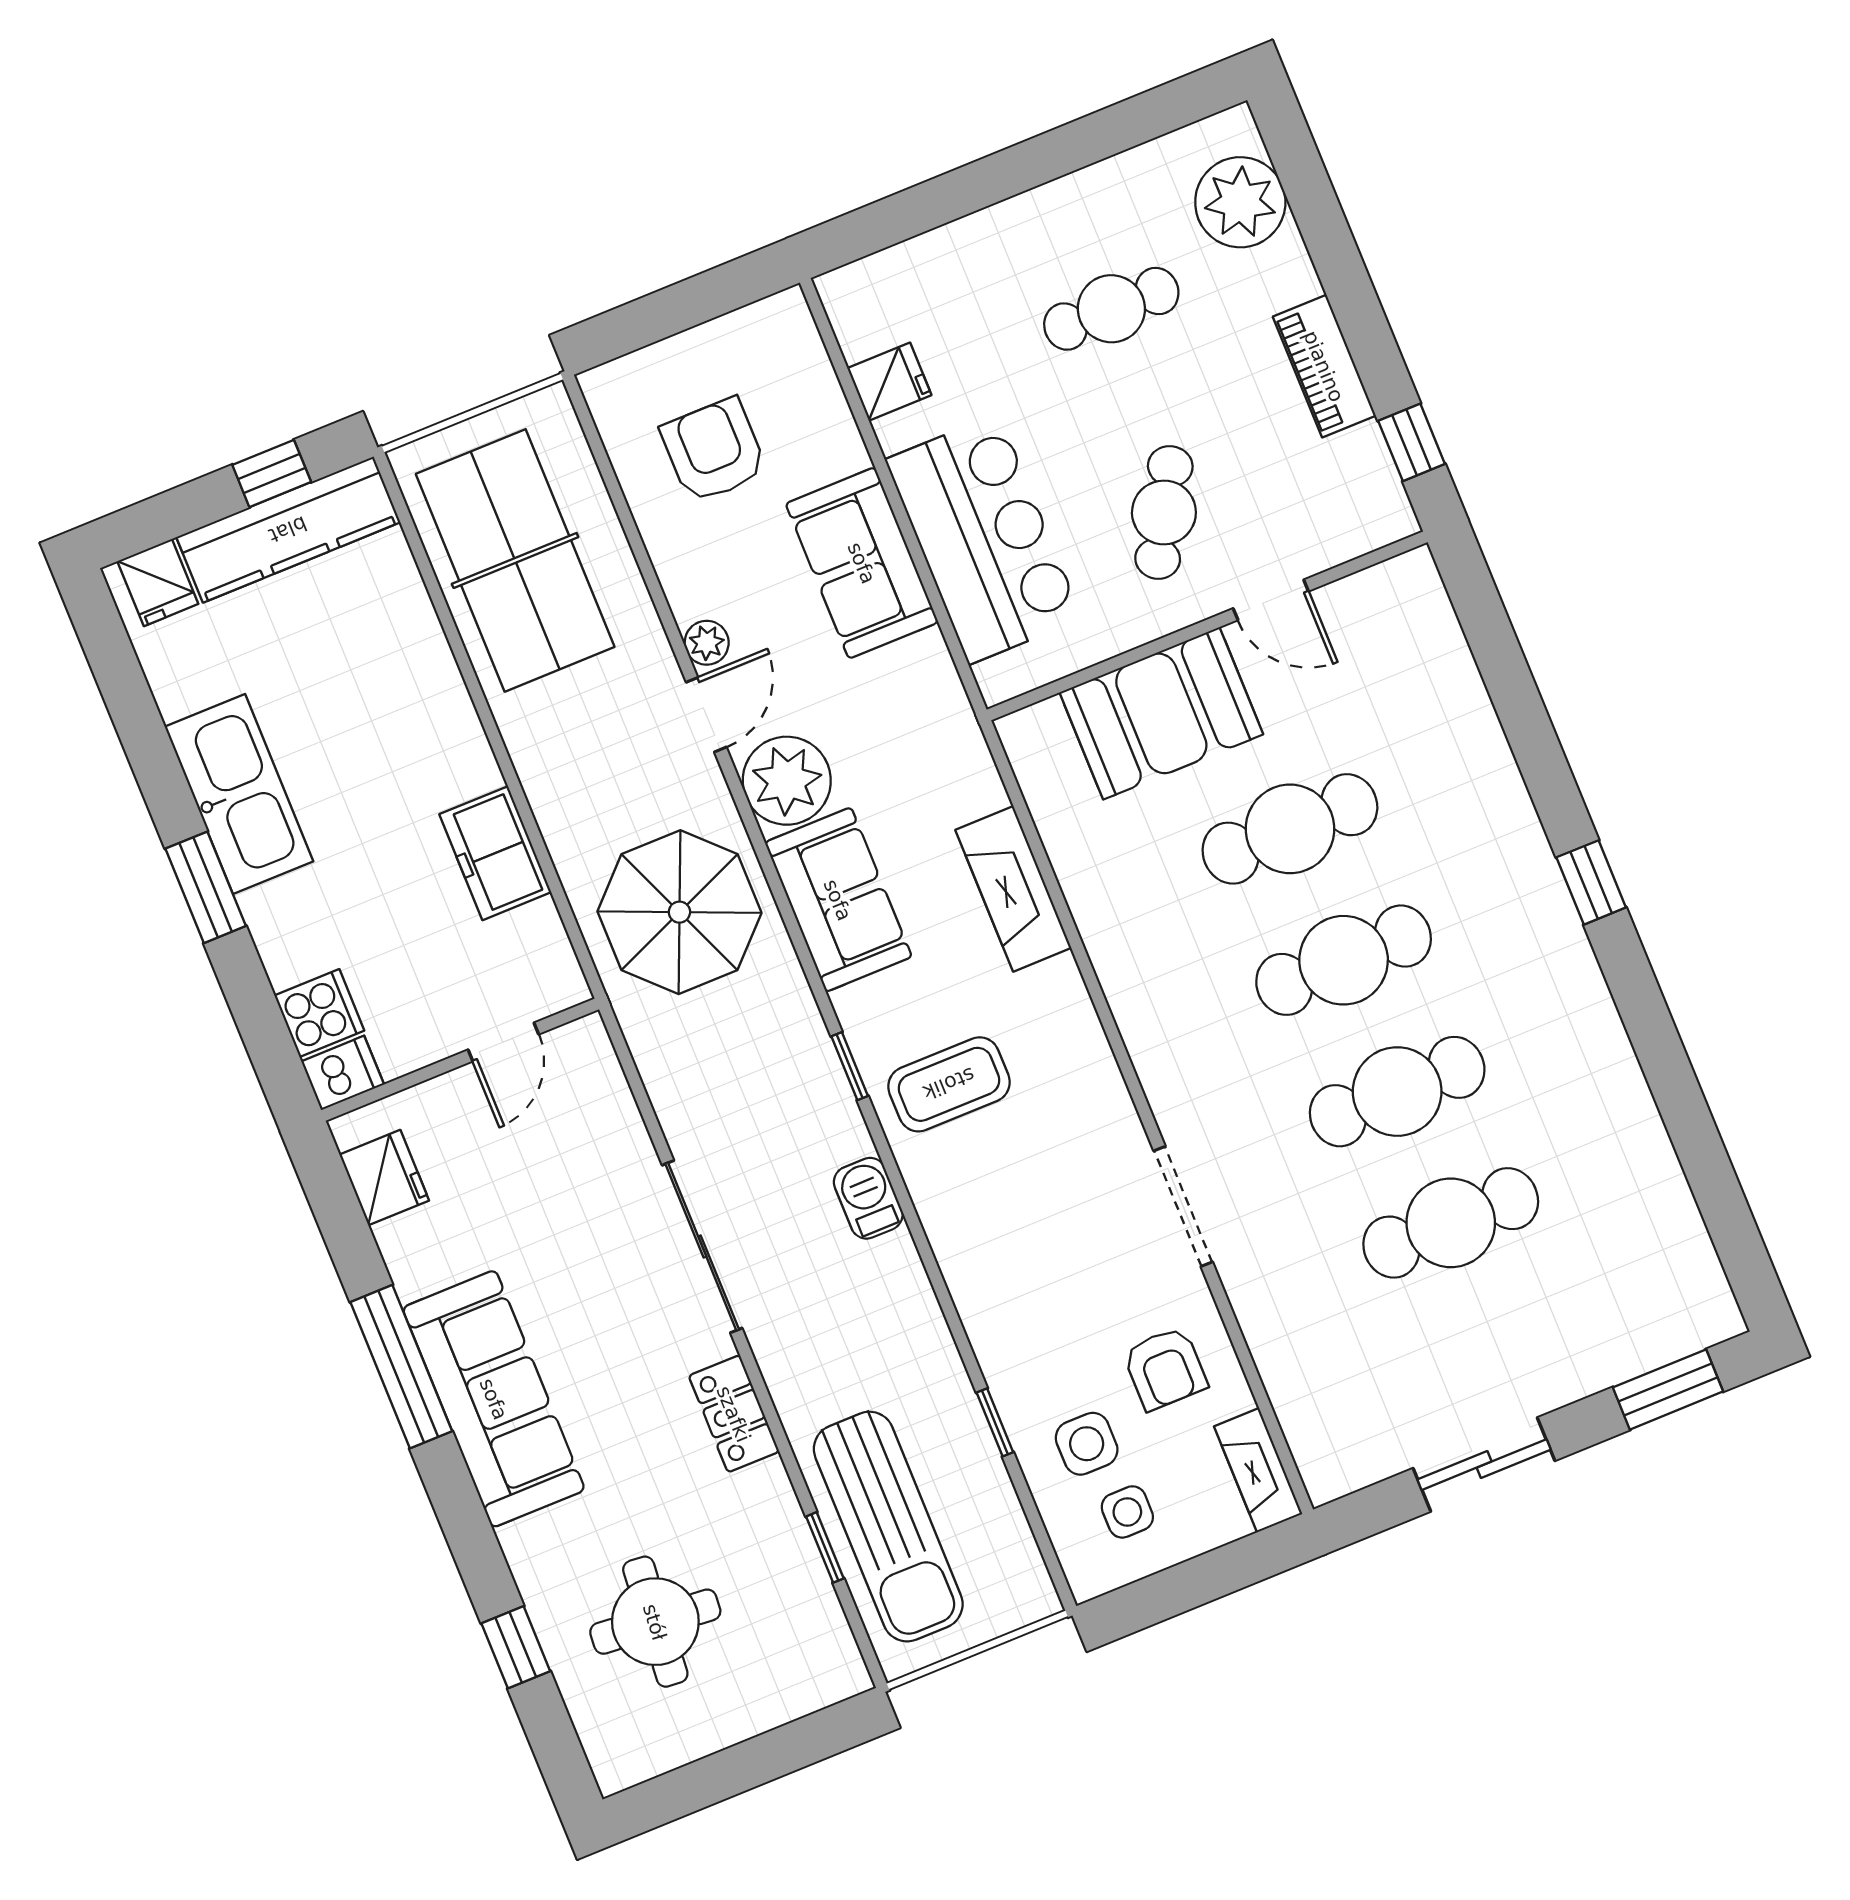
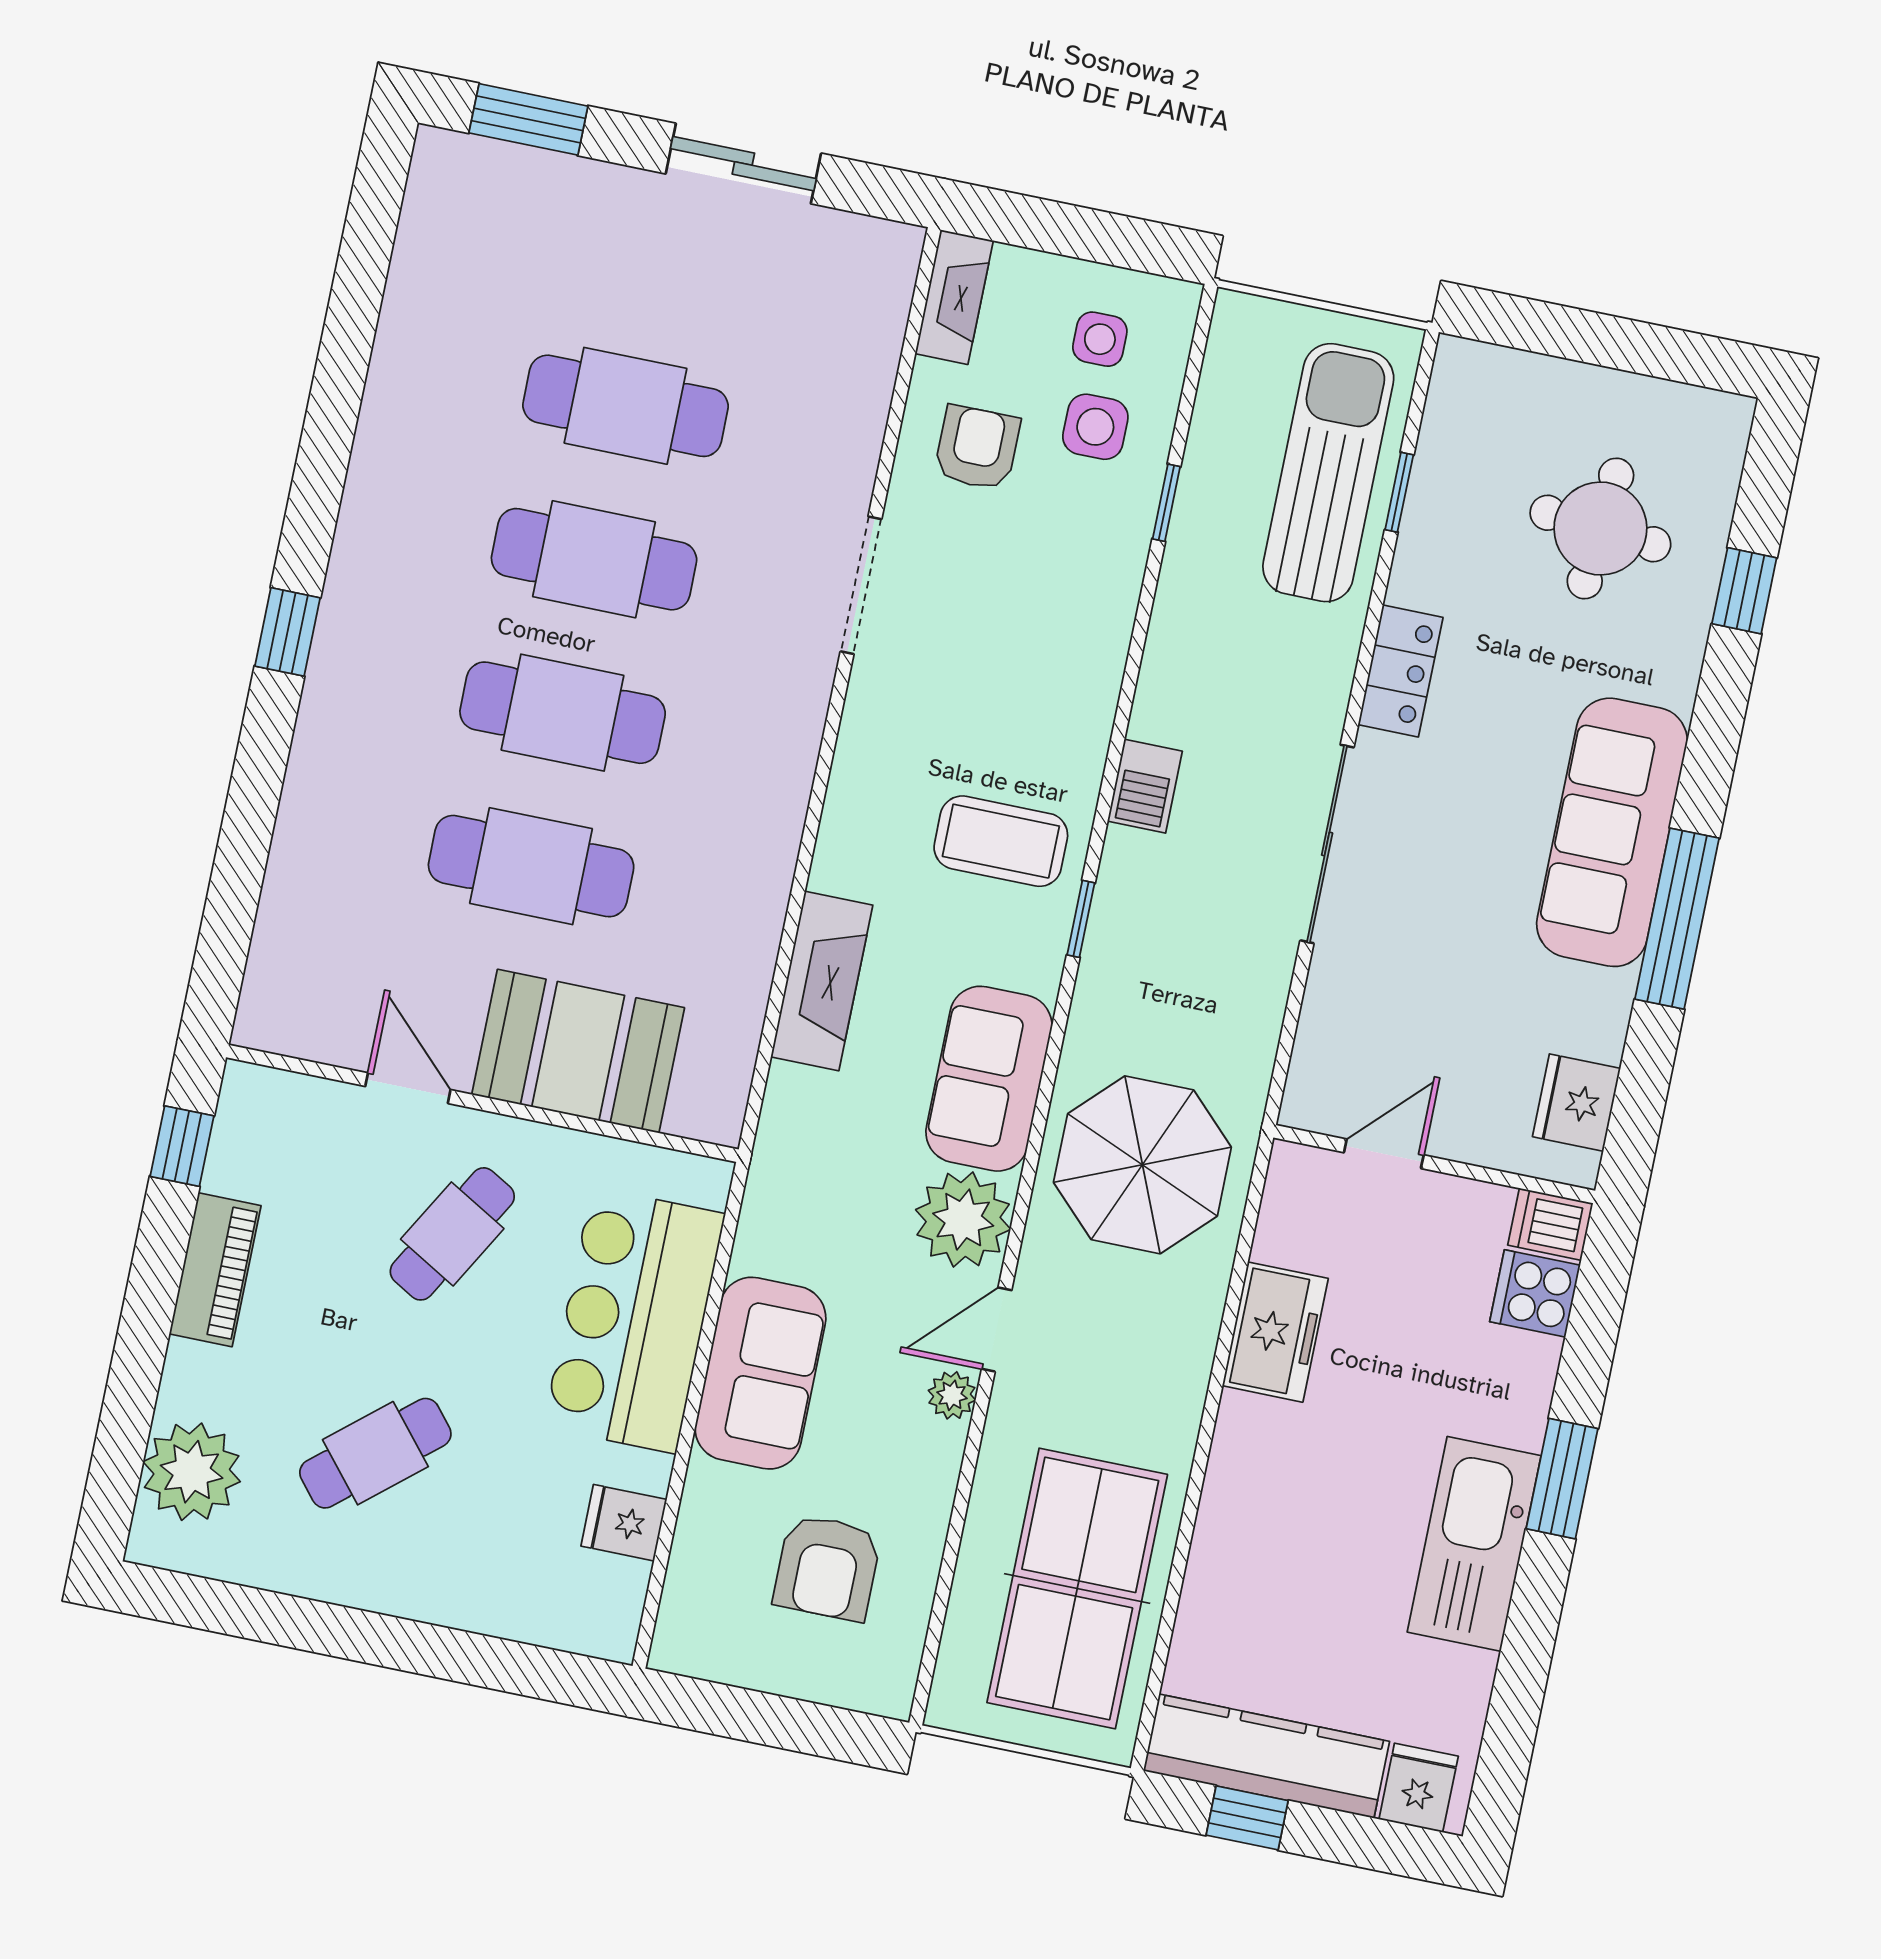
cafe table: (1111, 309) -> (375, 1453), turned -41

